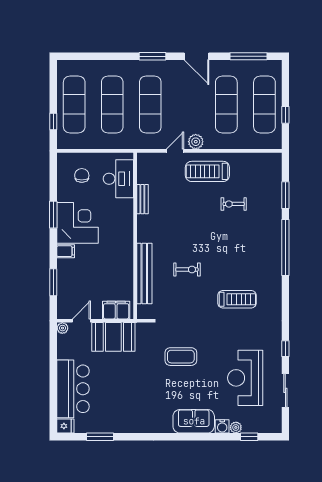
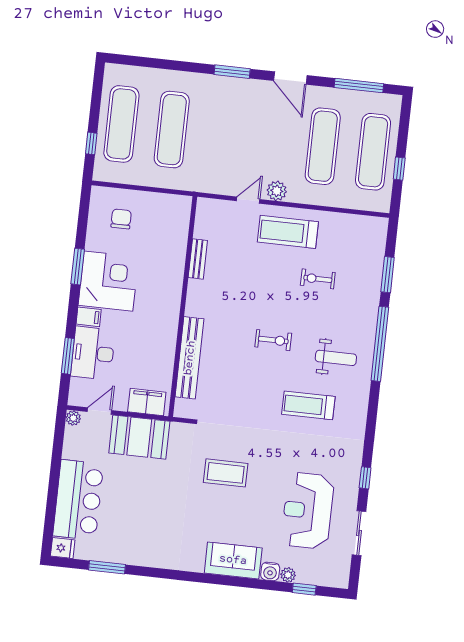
exercise mat: (150, 105) -> (222, 135), removed
desk: (118, 179) -> (93, 353), moved, turned 180
weight bench: (254, 261) -> (336, 358), added
exercise bike: (187, 270) -> (273, 340), moved
treadmill: (237, 299) -> (308, 405), turned 180

